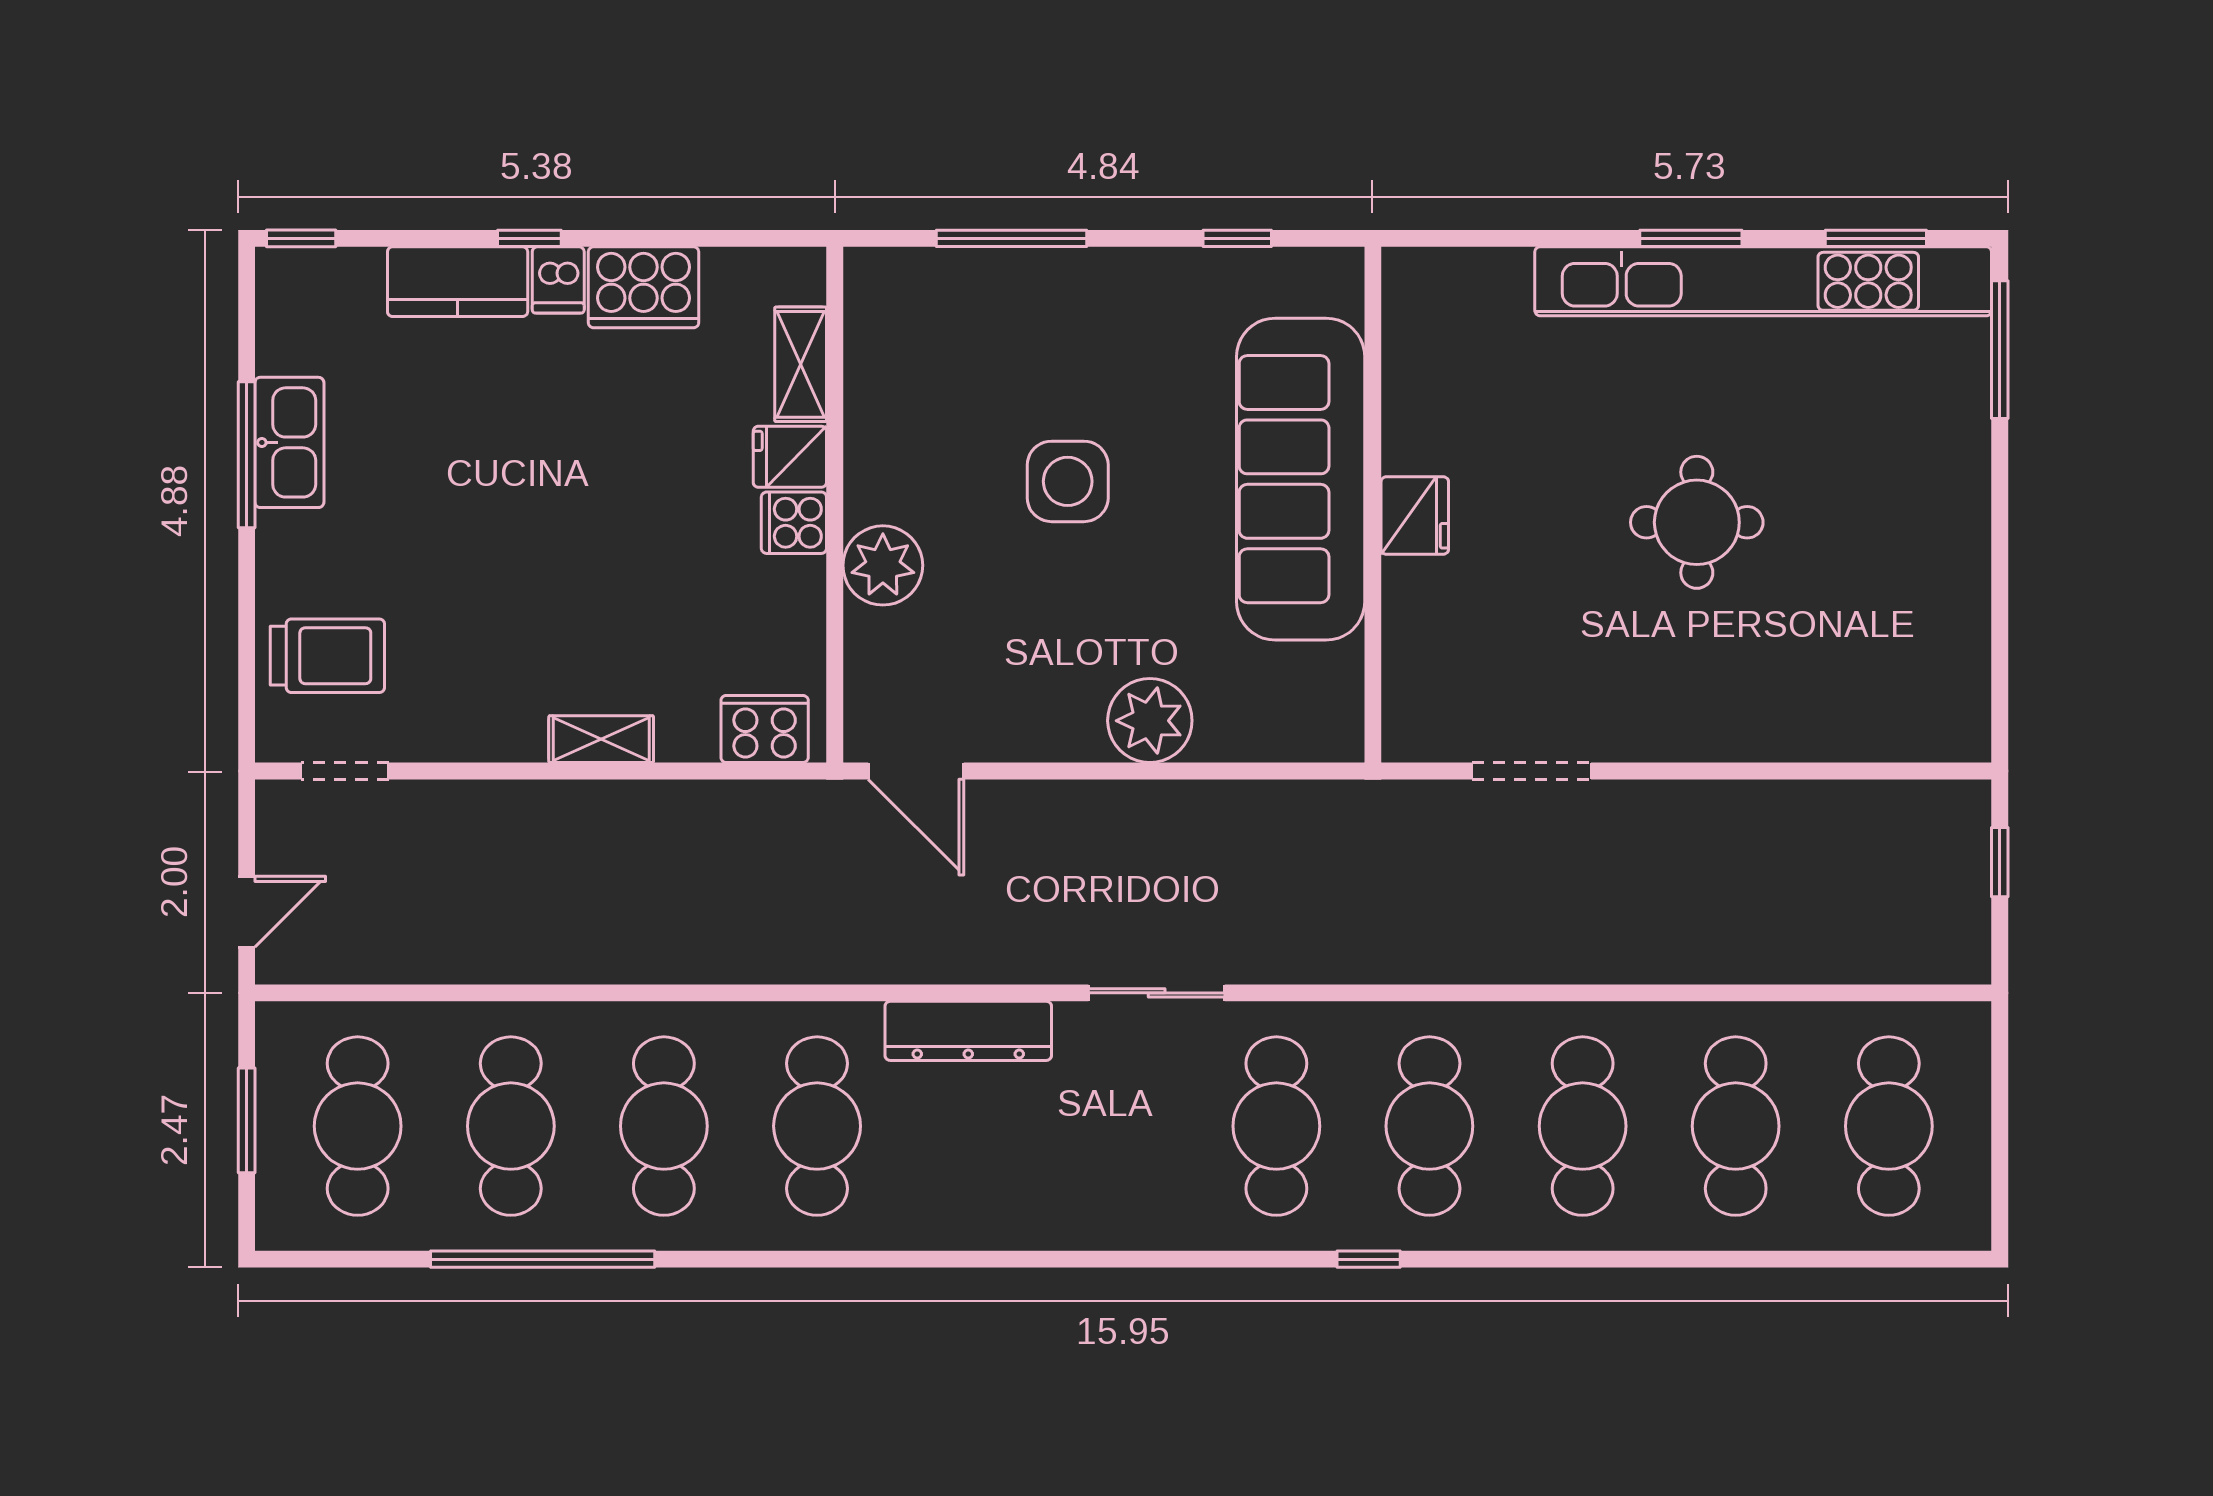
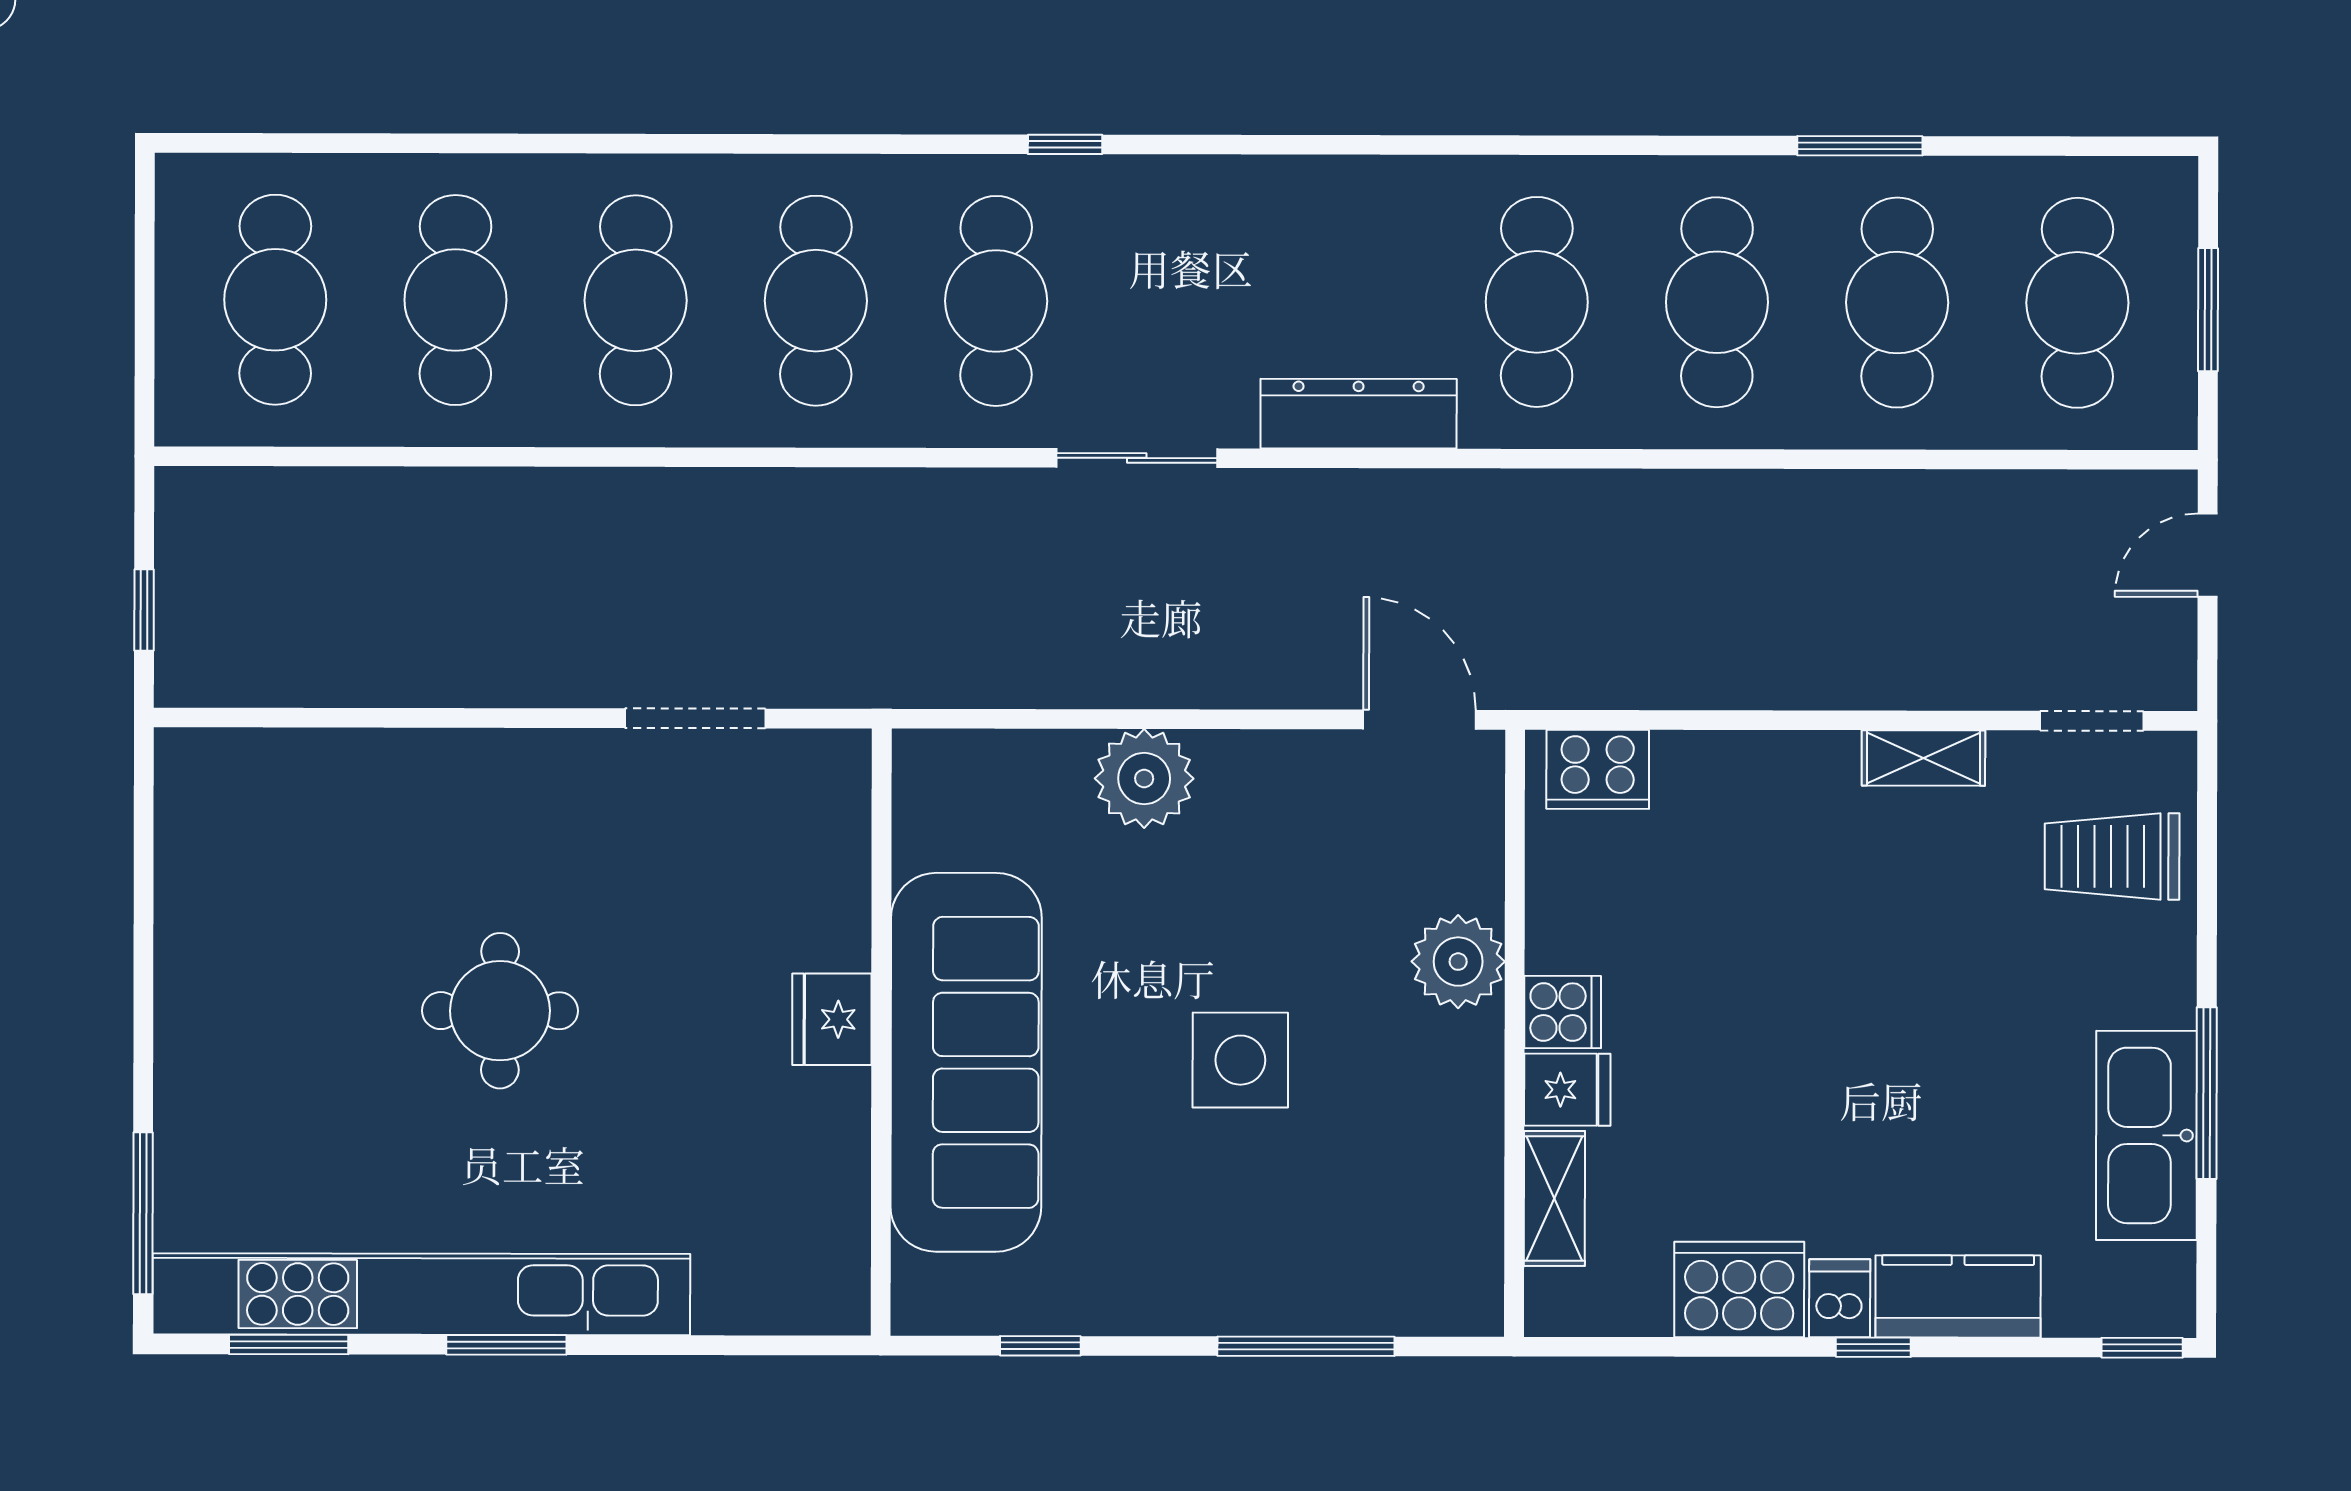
kitchen sink: (289, 442) -> (2147, 1135), width x1.36, depth x1.24
shelving: (601, 739) -> (1923, 758), moved
window: (543, 1259) -> (1860, 146), width x0.47
window: (1369, 1259) -> (1065, 144), moved

